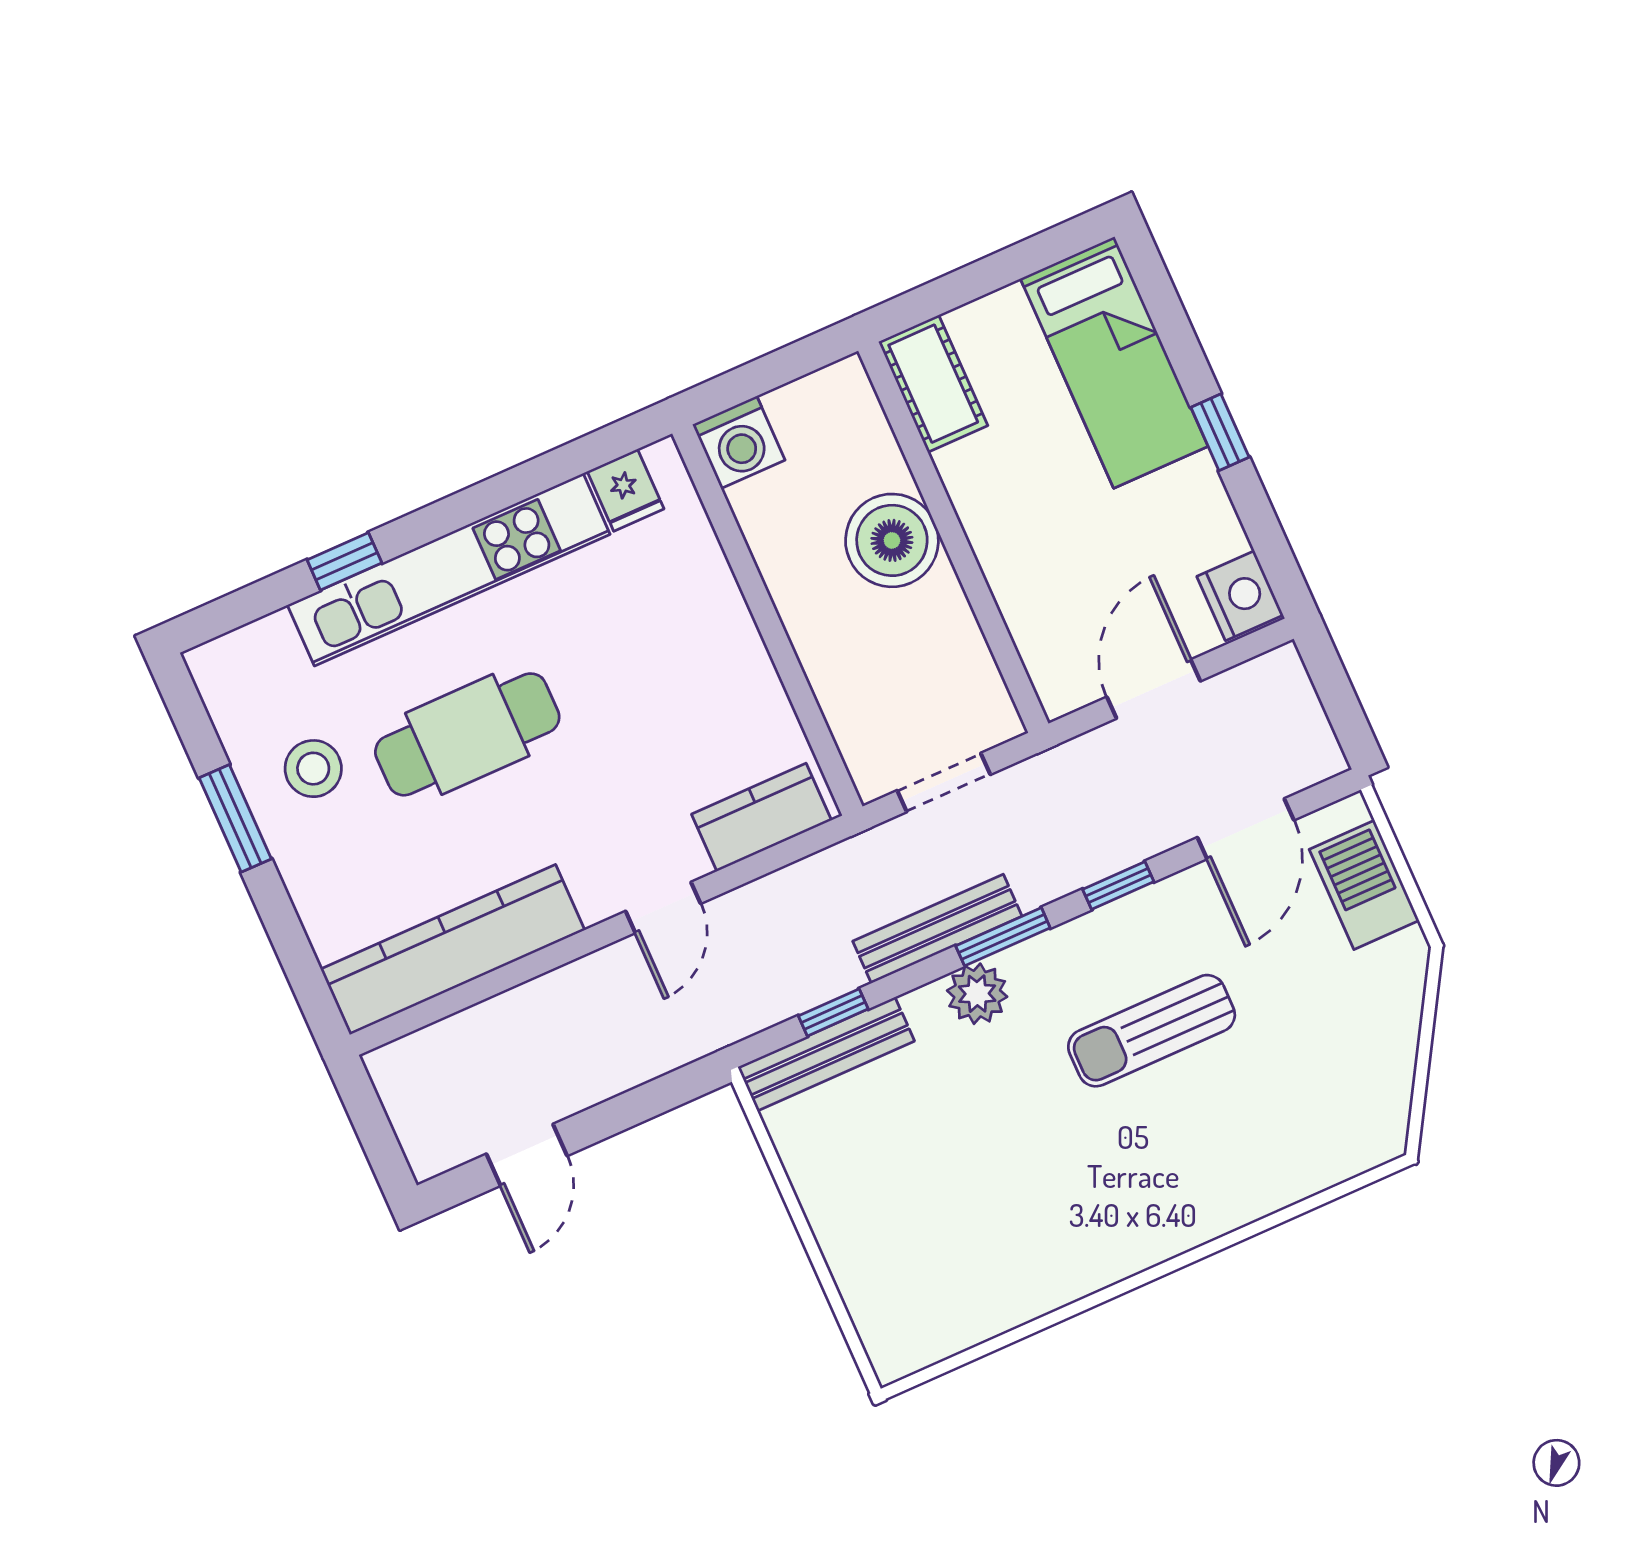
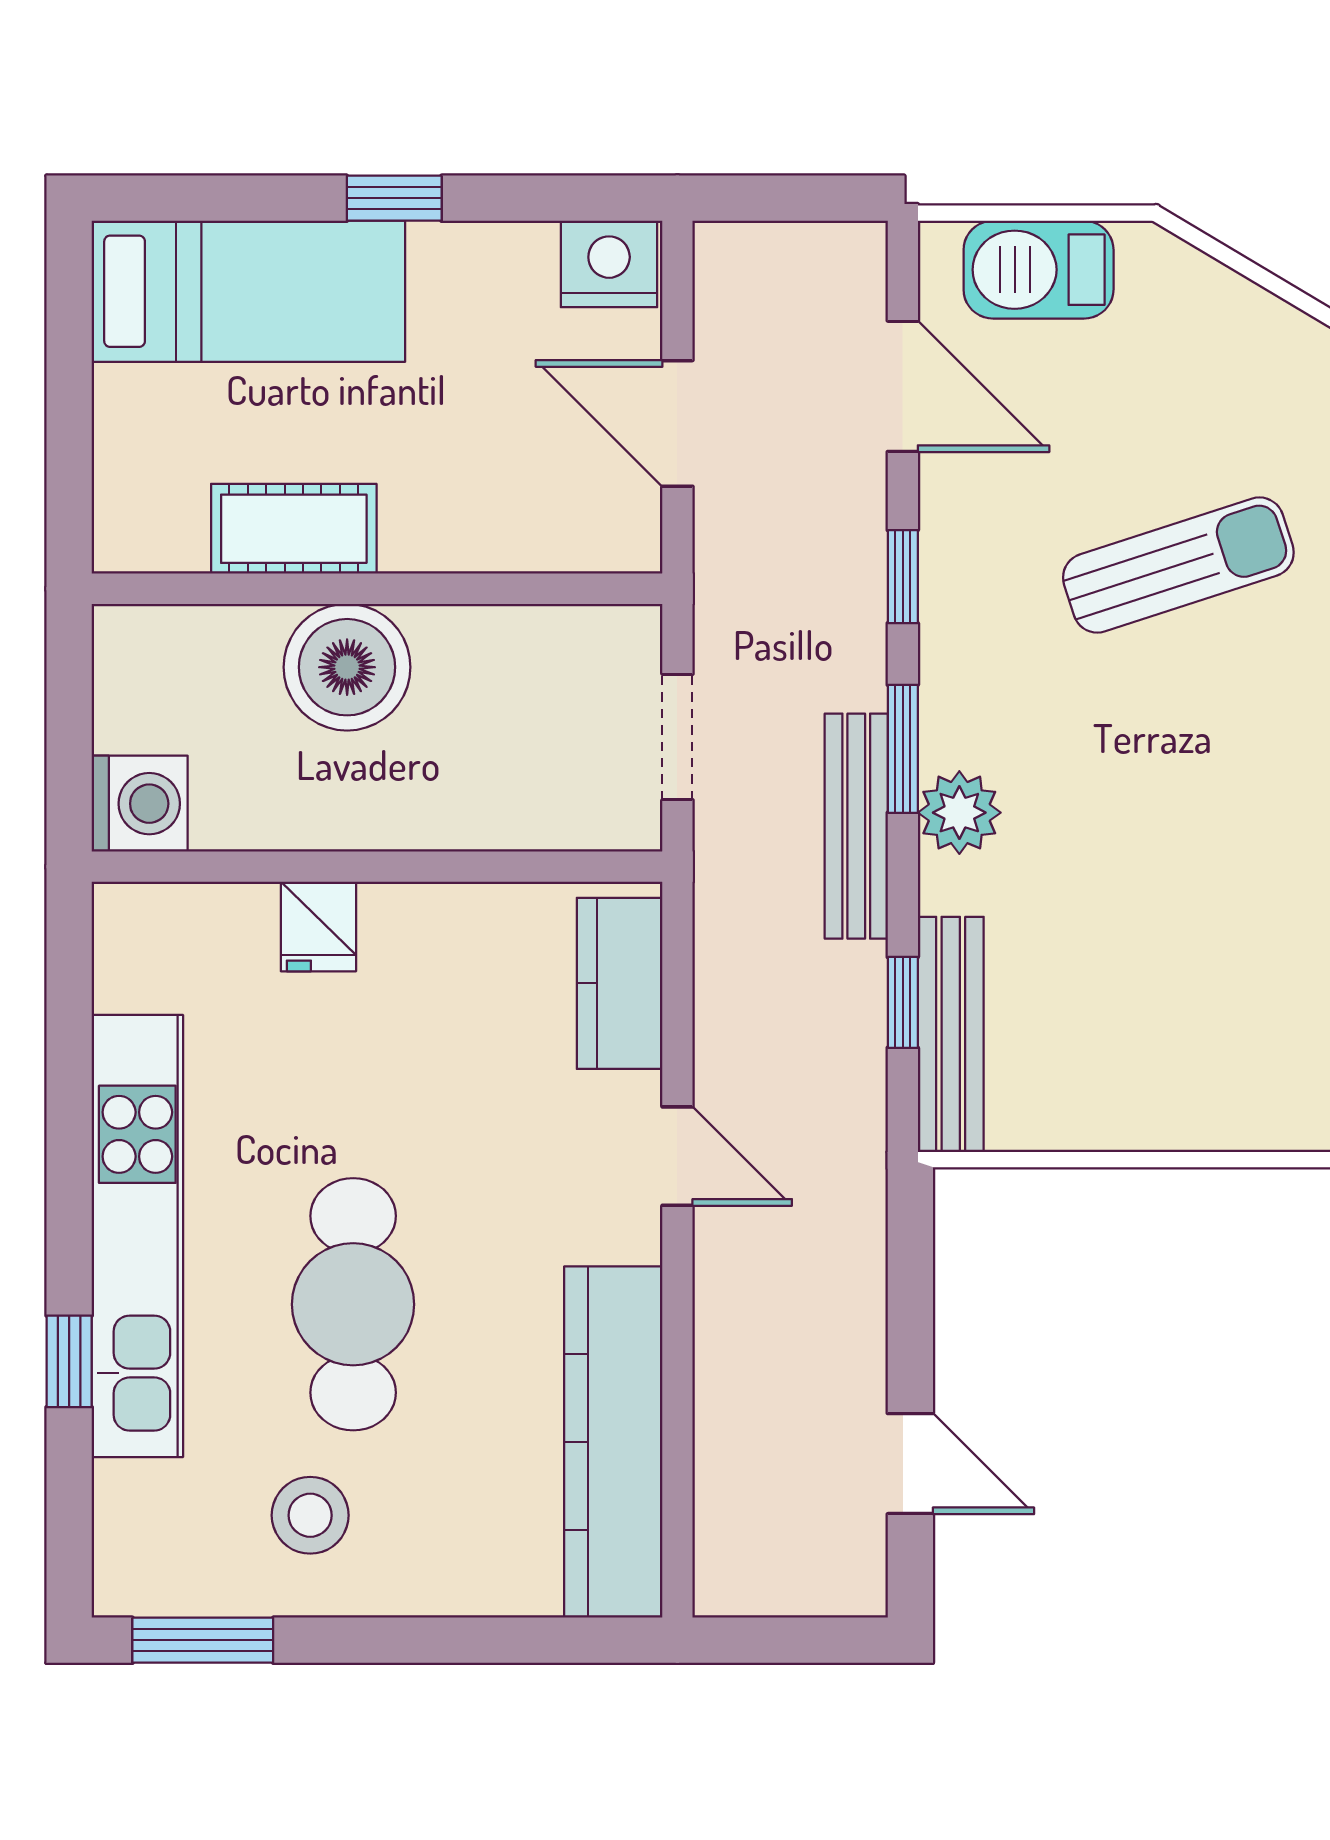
cot: (933, 384) -> (294, 529), moved
fridge: (626, 490) -> (318, 926), moved, turned 90
window: (235, 818) -> (203, 1640), moved
sun lounger: (1152, 1031) -> (1178, 565), moved, turned -108

